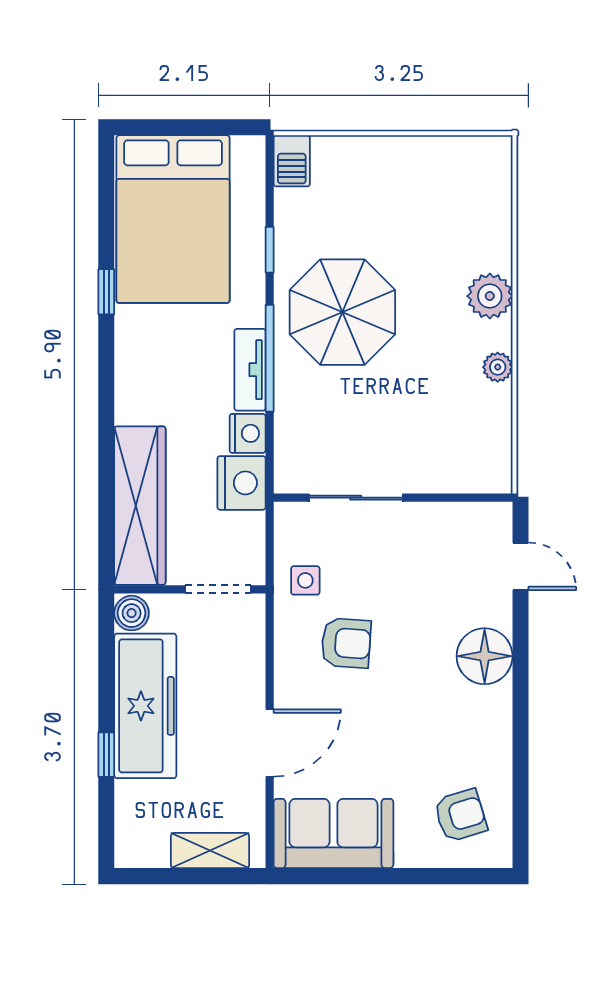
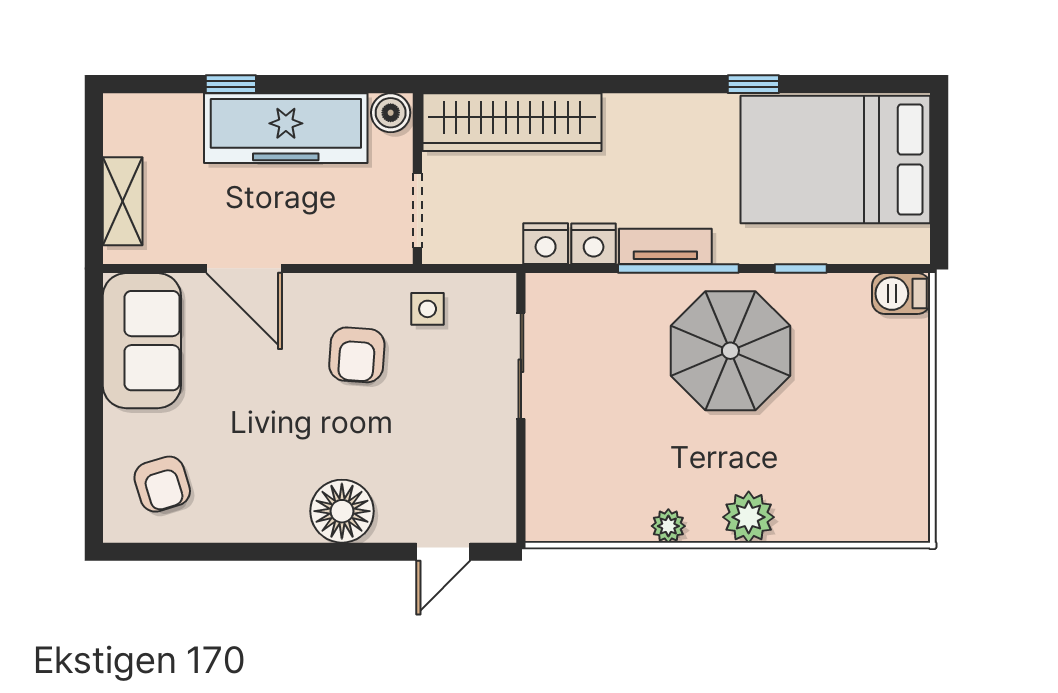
nightstand: (241, 483) -> (546, 244), width x0.74, depth x0.75

